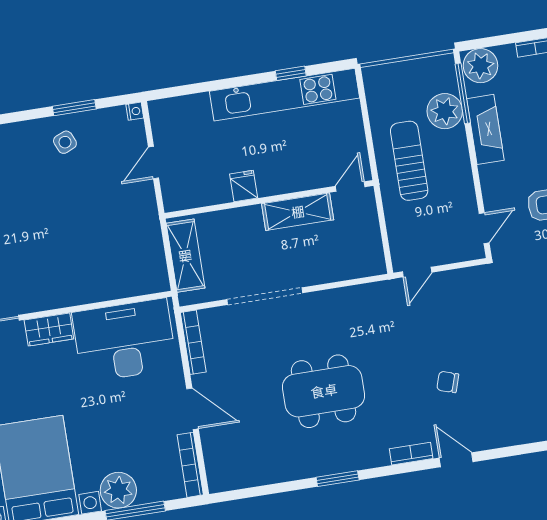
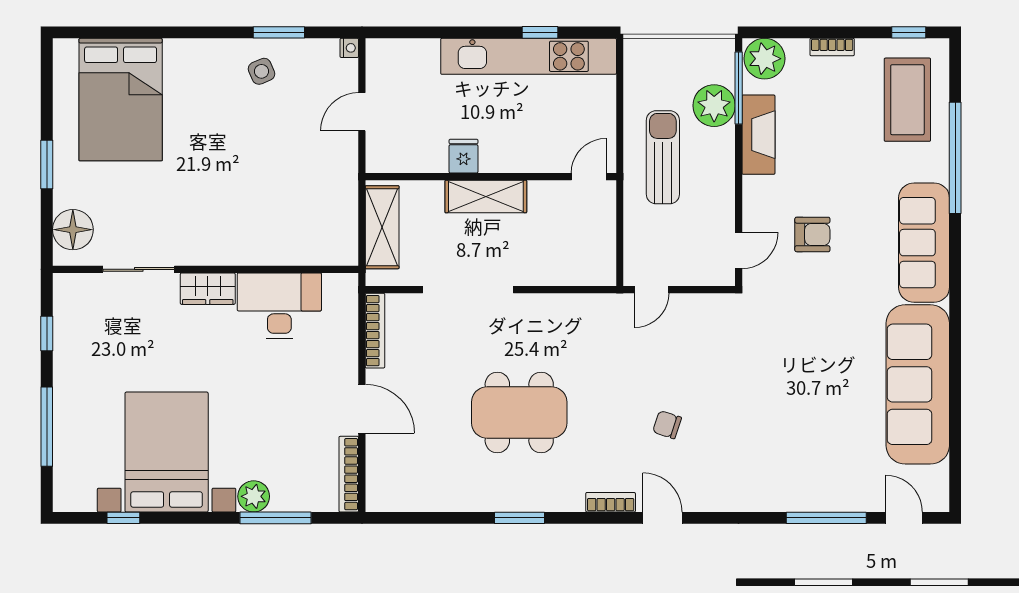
shelving: (298, 212) -> (486, 196), moved
desk: (125, 340) -> (279, 306), width x0.73, depth x0.77
plant: (118, 490) -> (254, 496), width x0.73, depth x0.73

